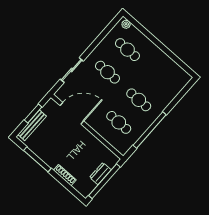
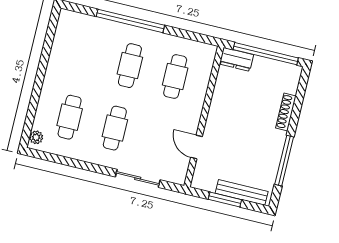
door: (72, 113) -> (197, 147), width x0.53
window: (150, 130) -> (130, 21), moved
dresser: (100, 174) -> (237, 59), moved

